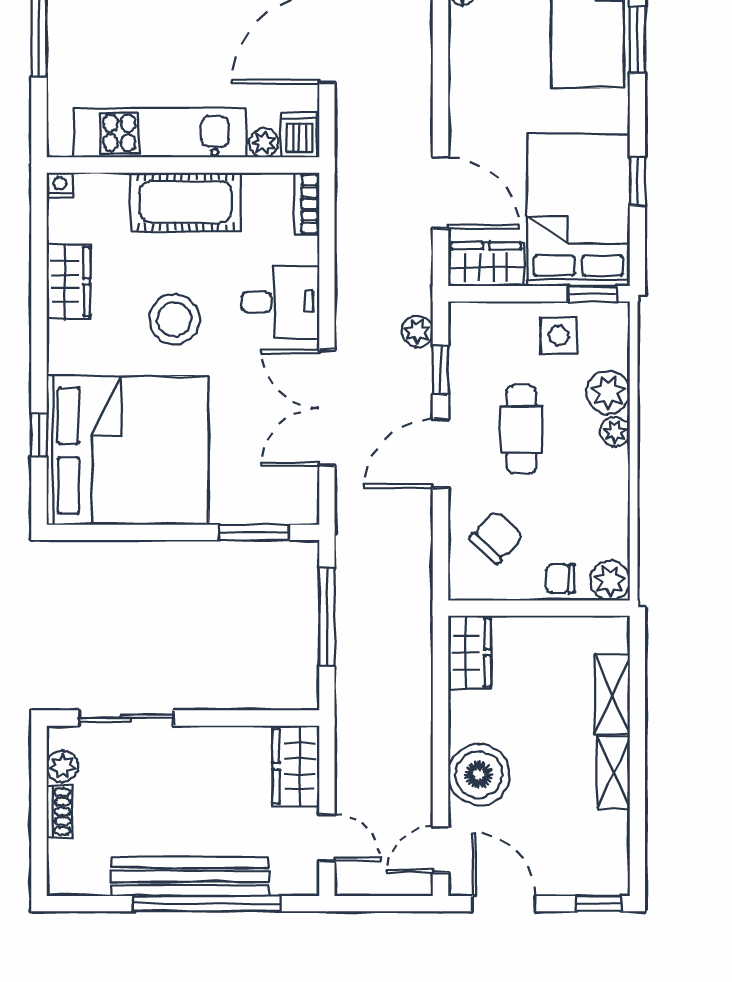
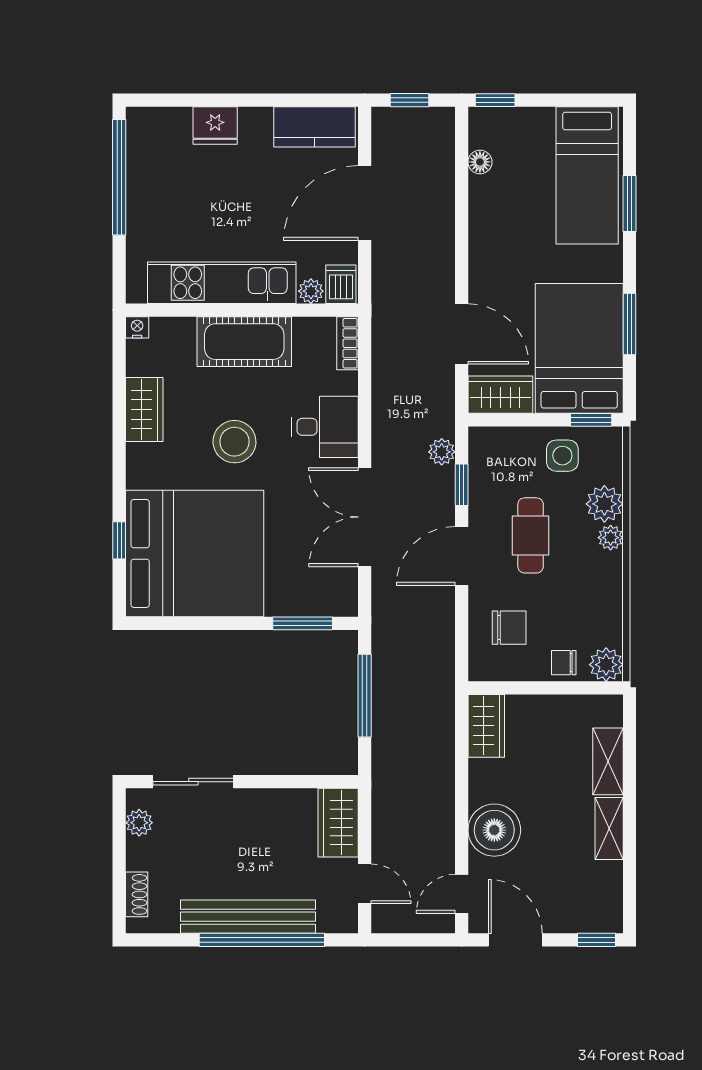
window: (637, 181) -> (629, 324), width x1.50
chair: (496, 537) -> (509, 628), turned 46
shoe rack: (59, 811) -> (137, 894), moved

